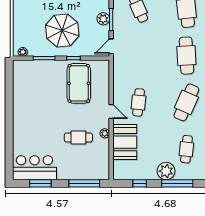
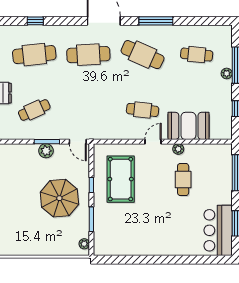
pool table: (79, 83) -> (121, 179), turned 90
plant: (166, 171) -> (227, 73), width x0.53, depth x0.53

